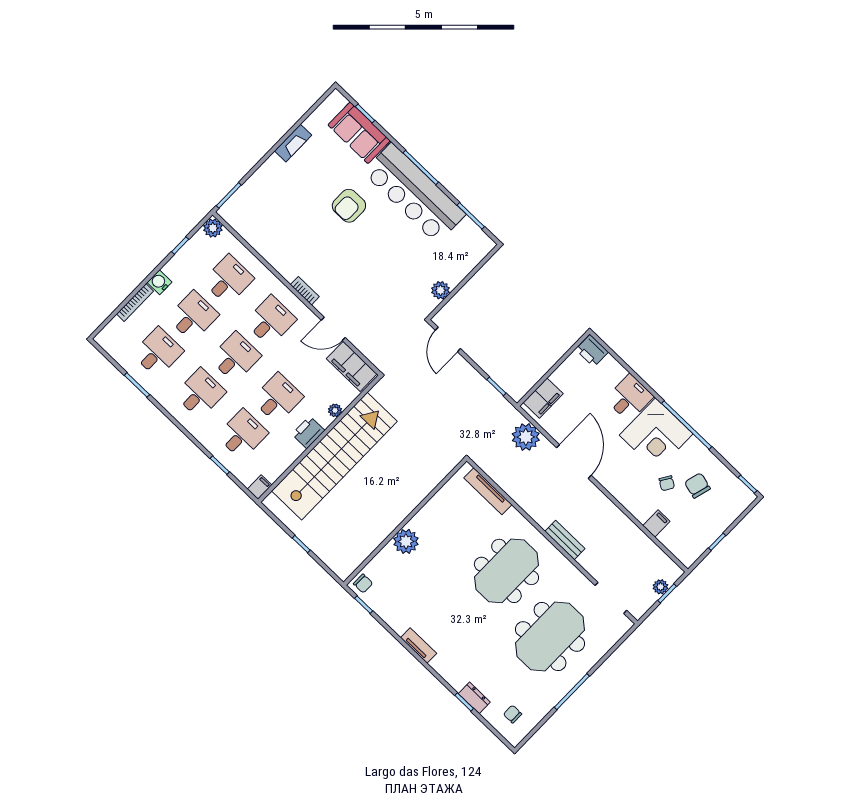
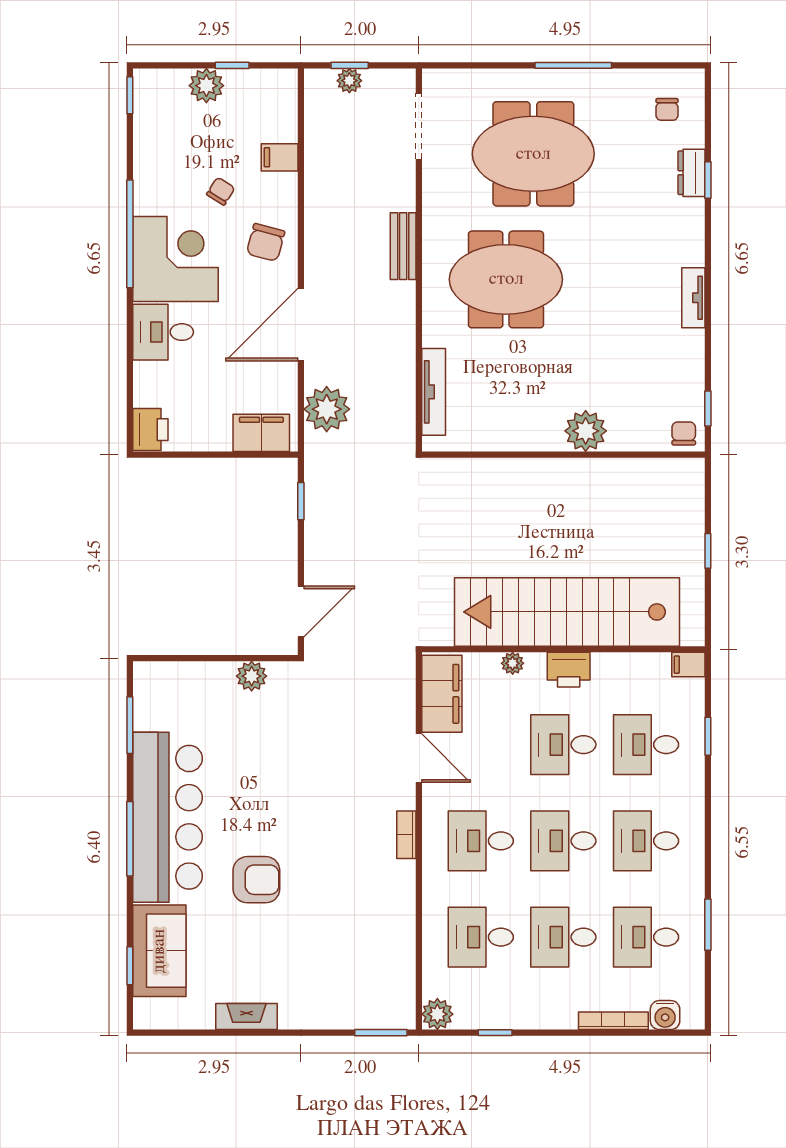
water cooler: (159, 282) -> (665, 1015), moved
chair: (697, 485) -> (266, 242), moved
plant: (719, 522) -> (206, 86), added

